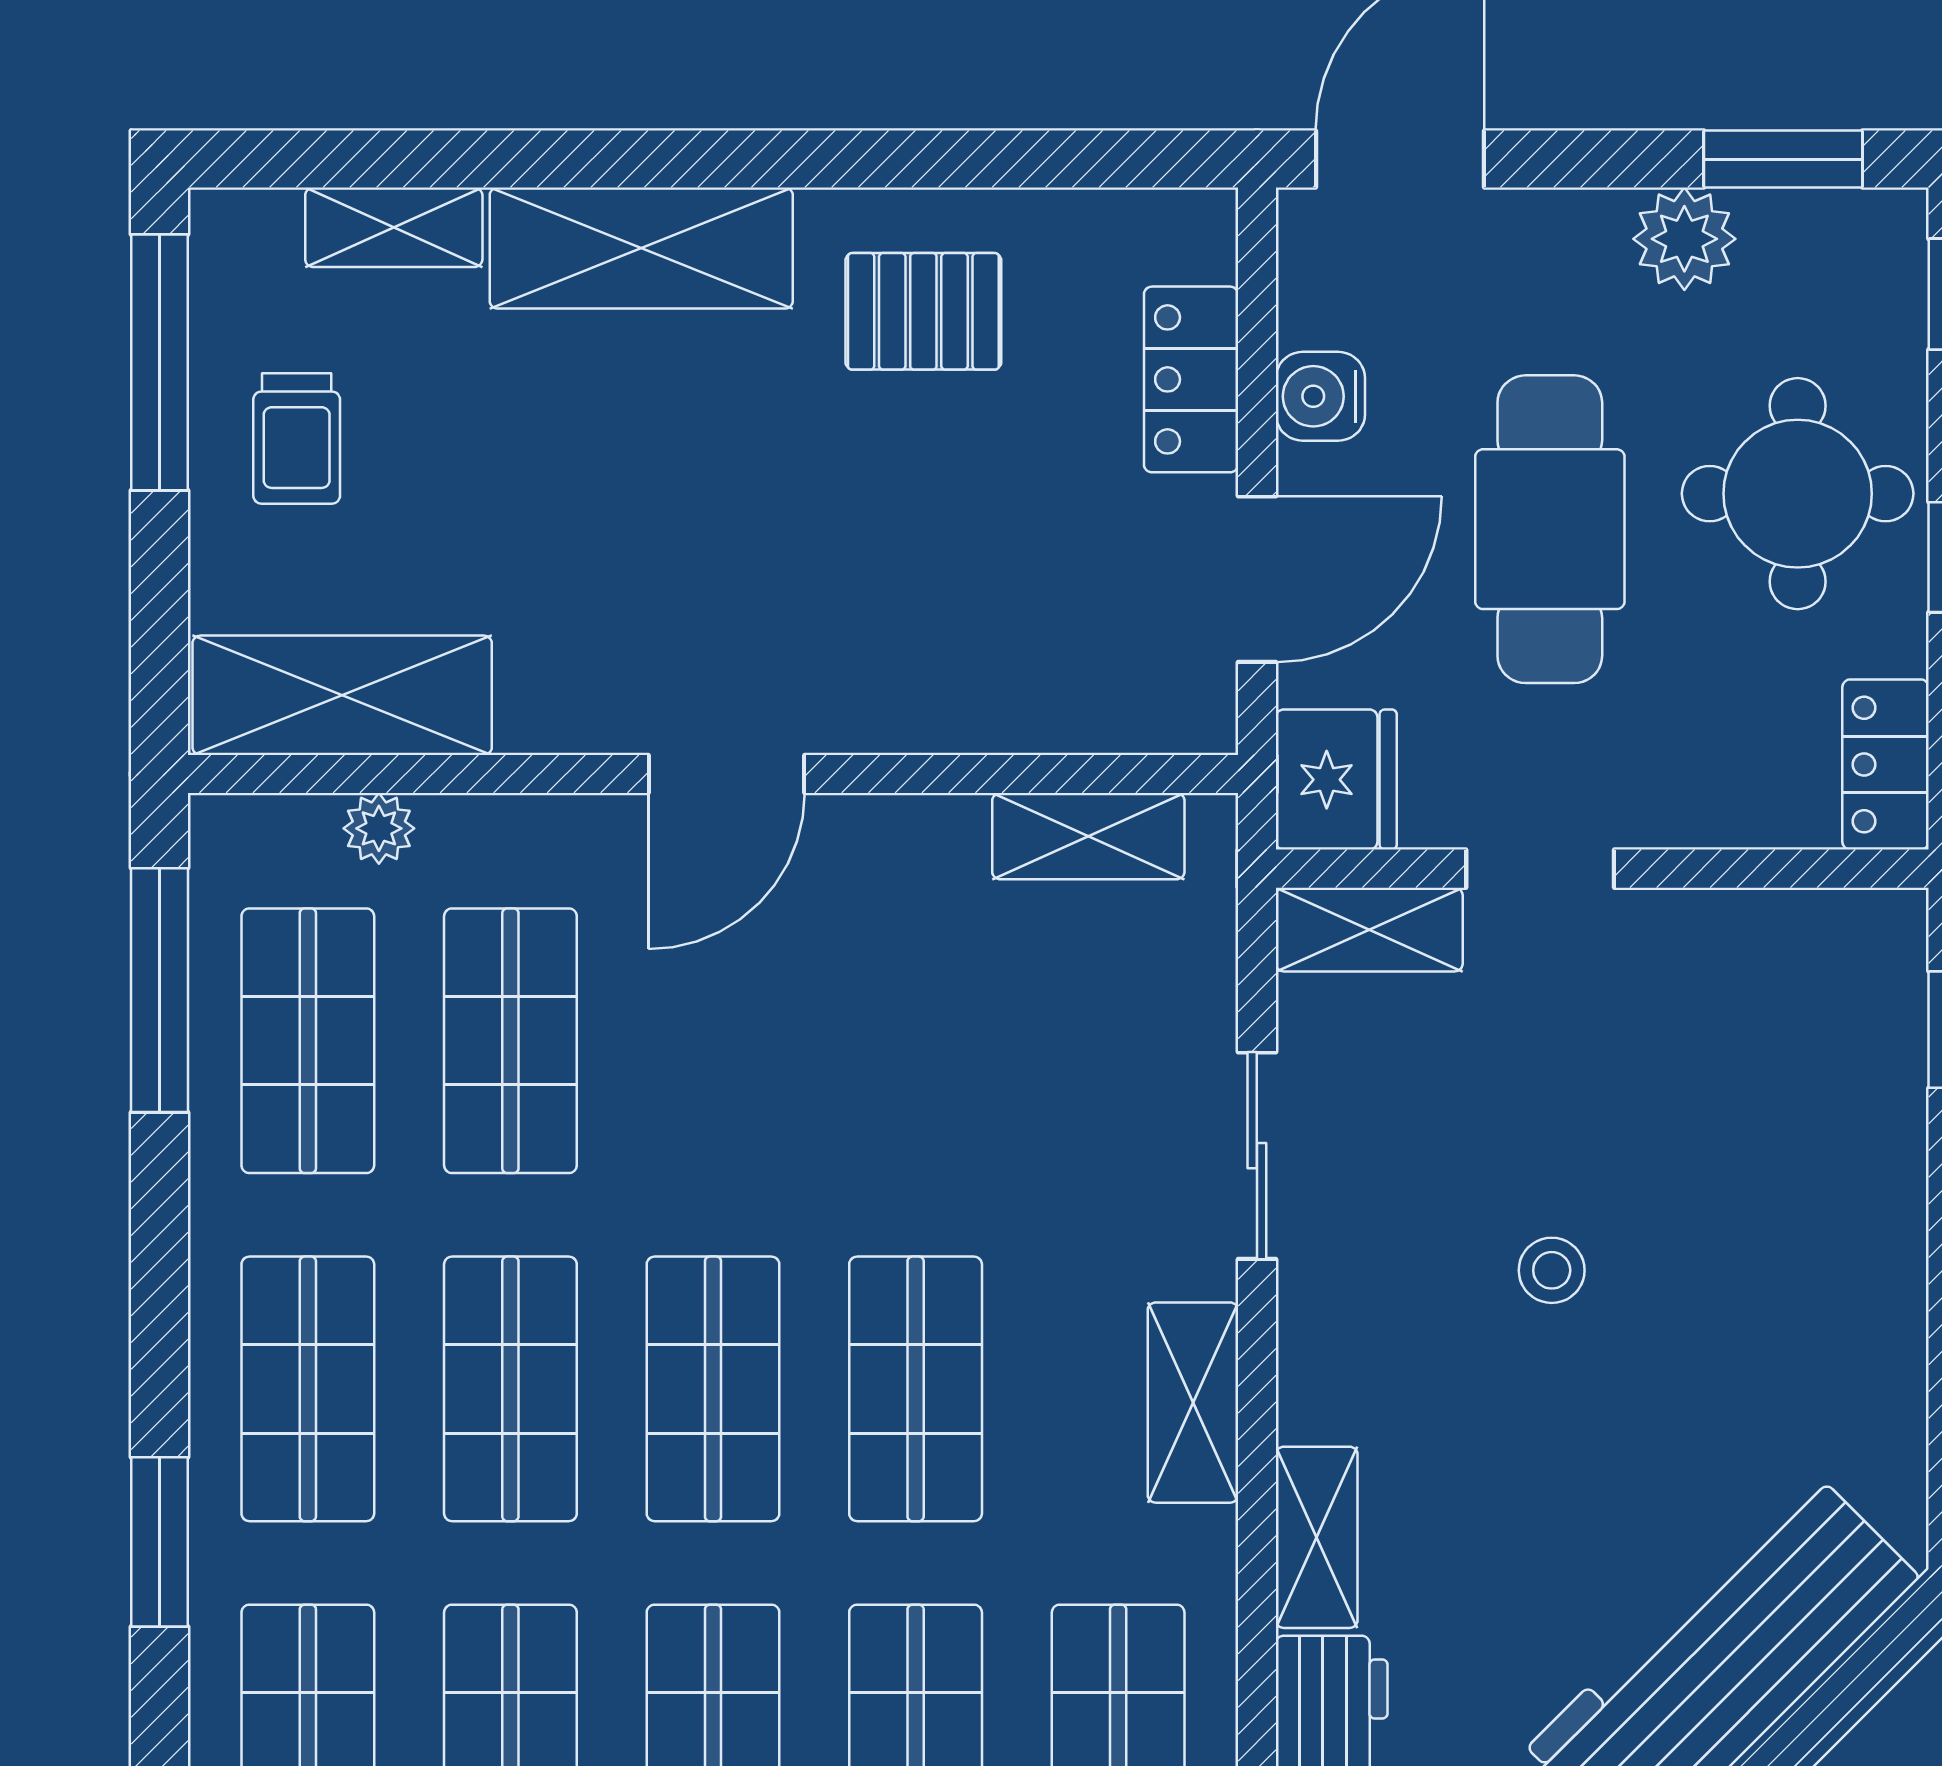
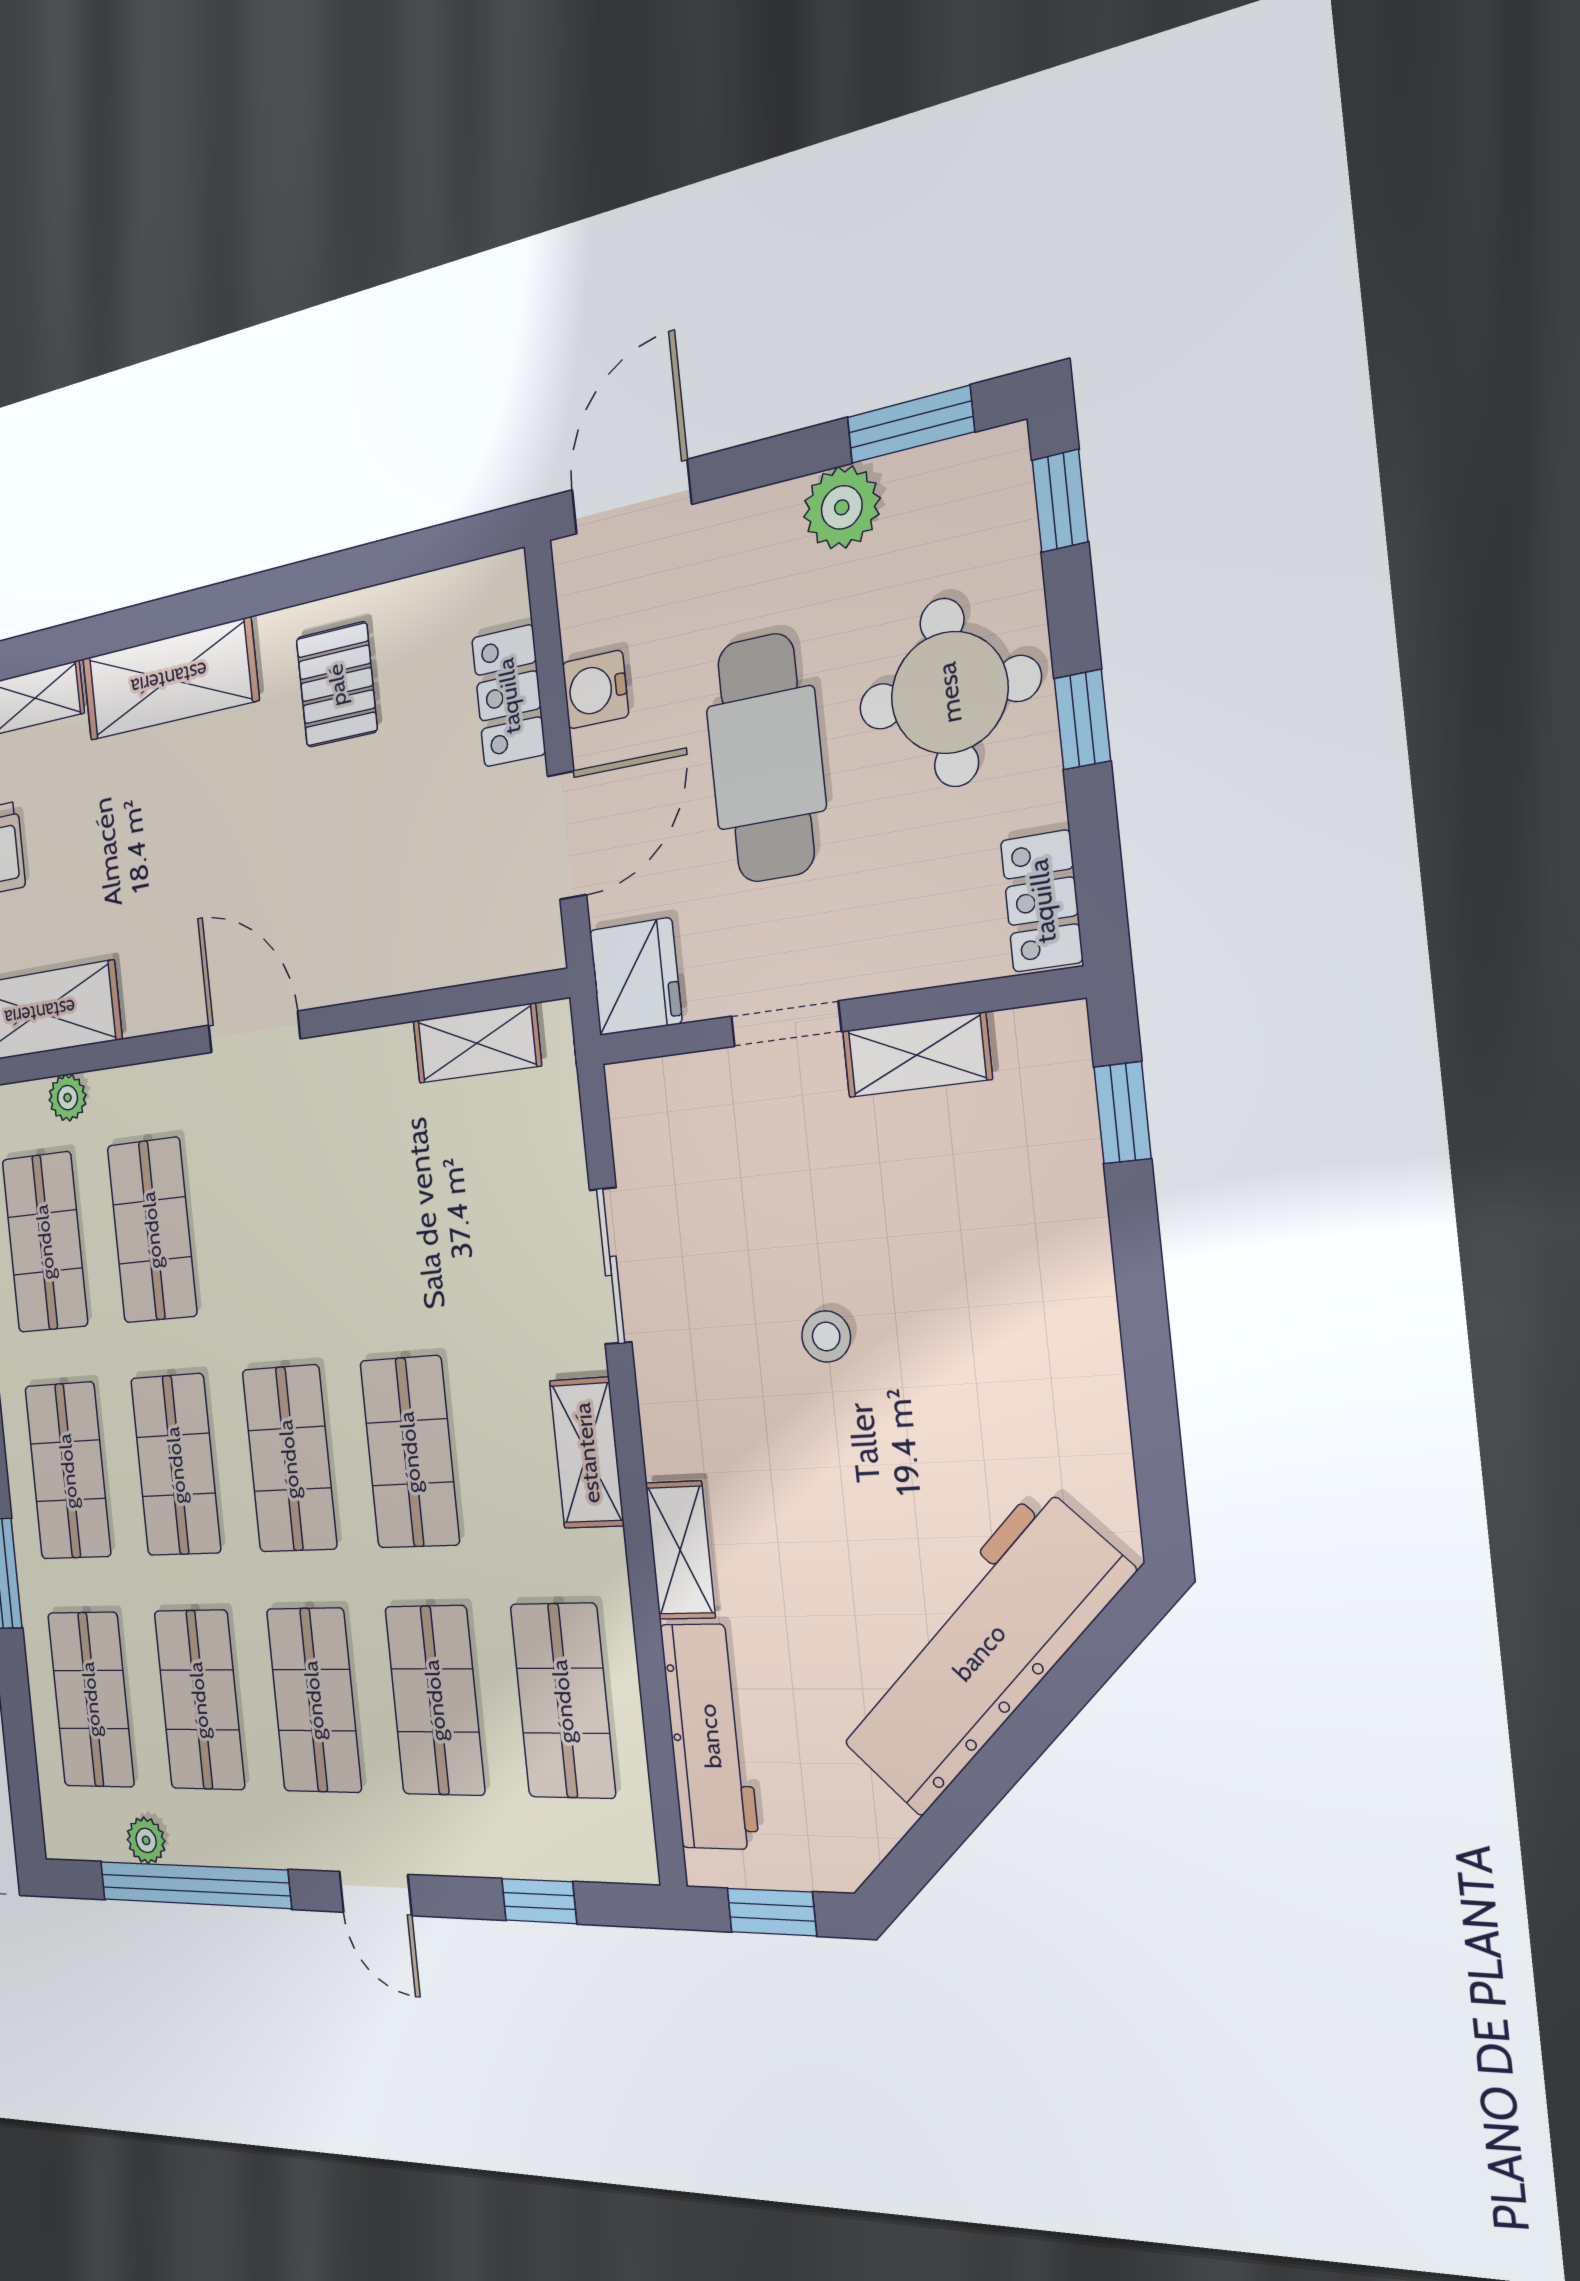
pallet: (923, 311) -> (337, 685), turned 90
door: (726, 774) -> (254, 1032), swing flipped
shelving: (1369, 930) -> (917, 1055), moved

